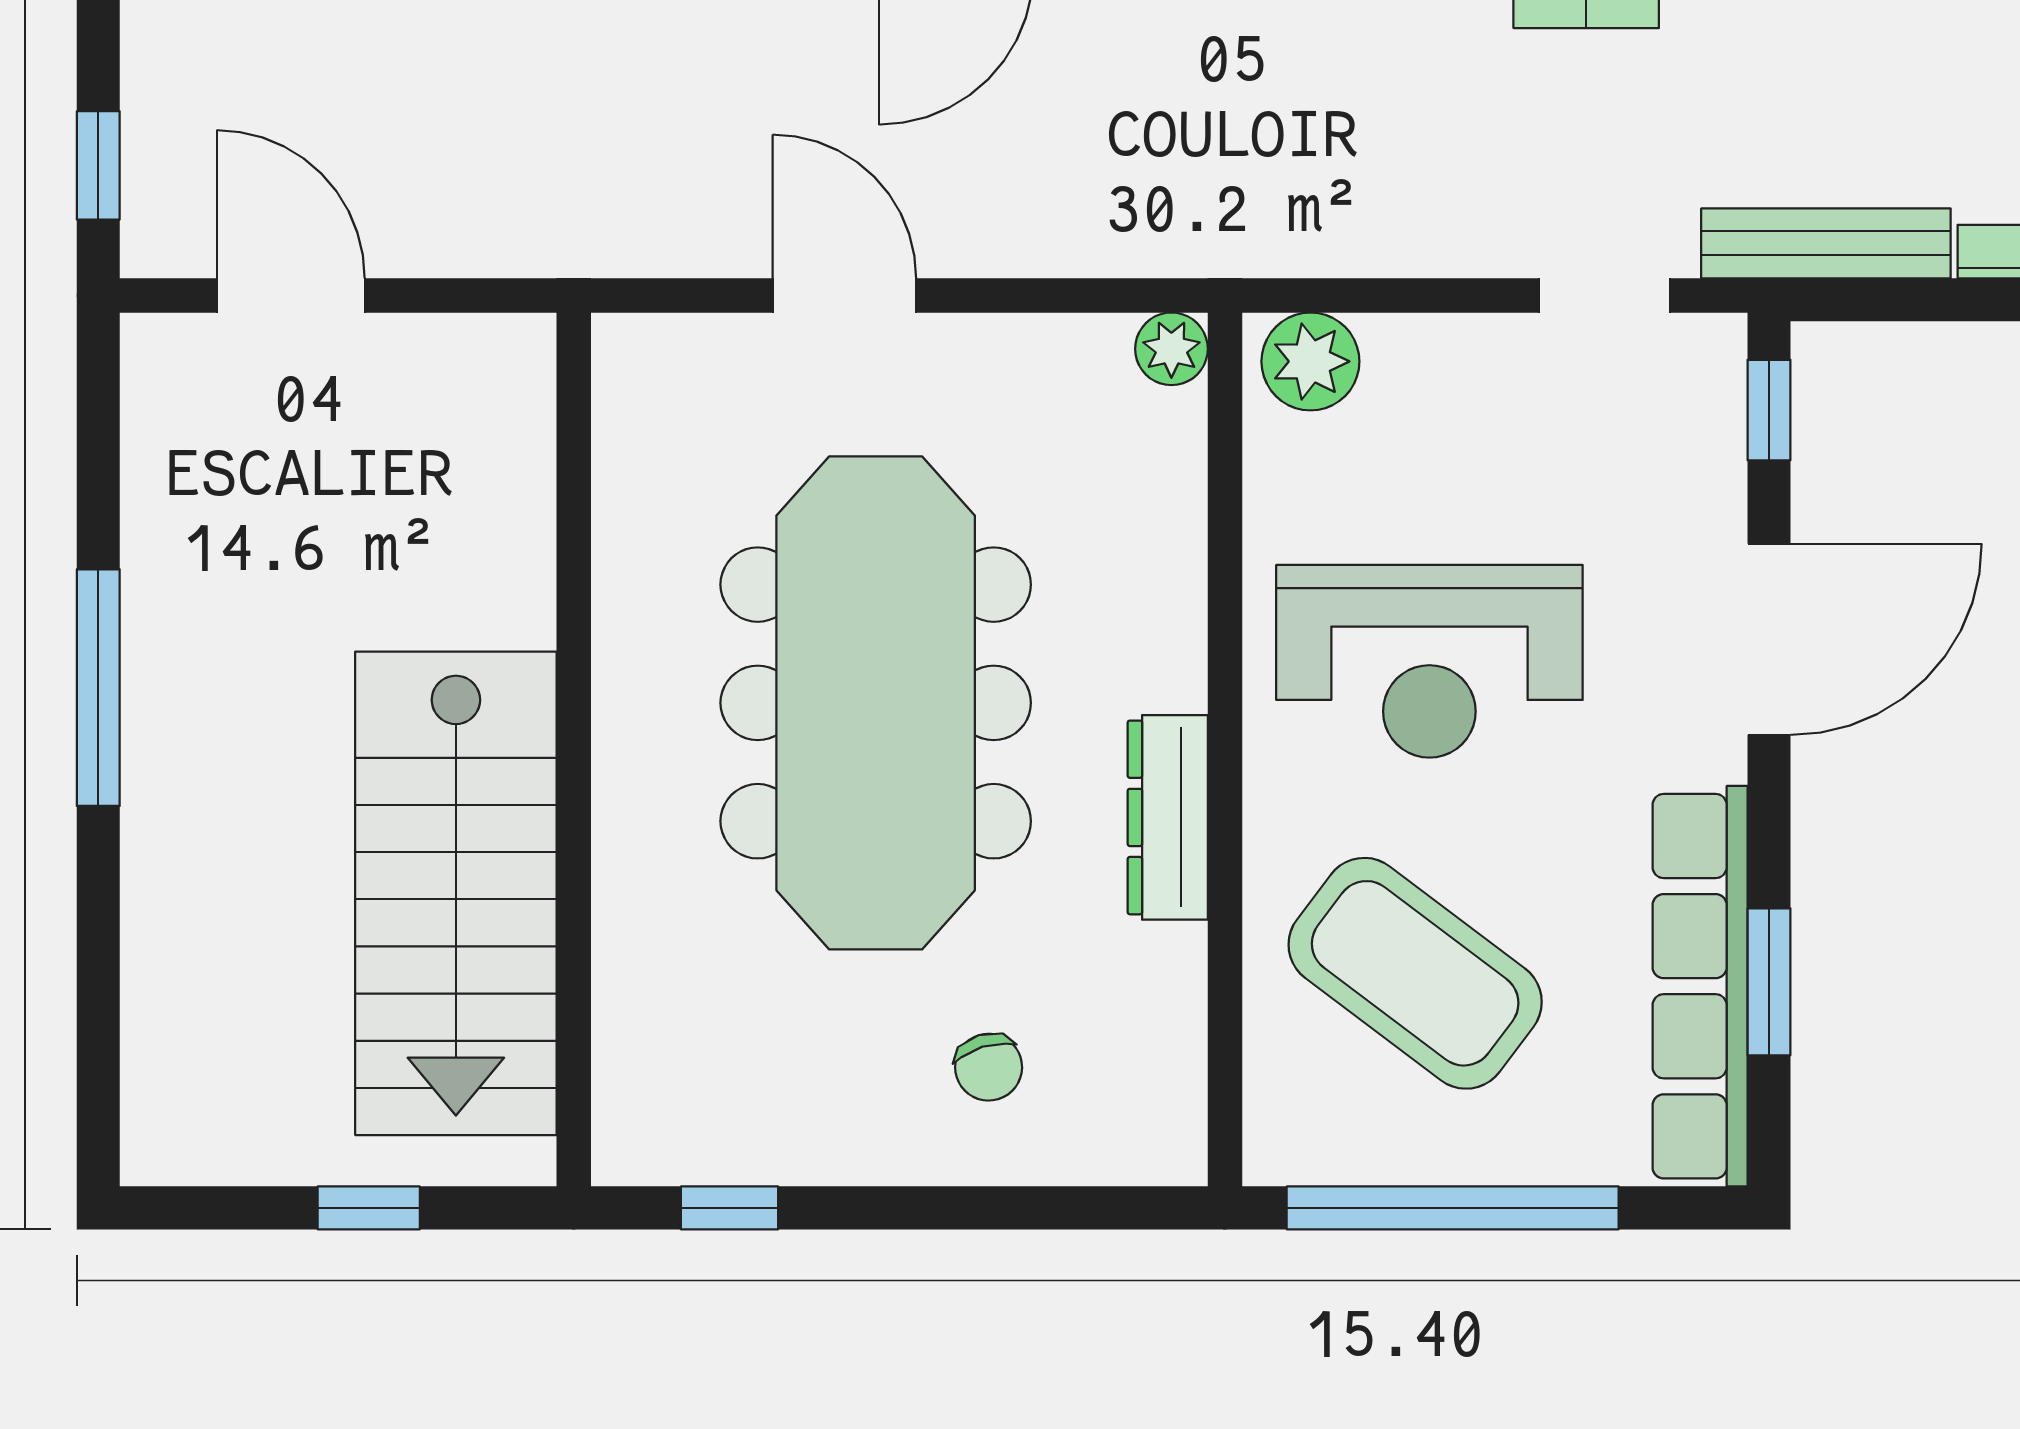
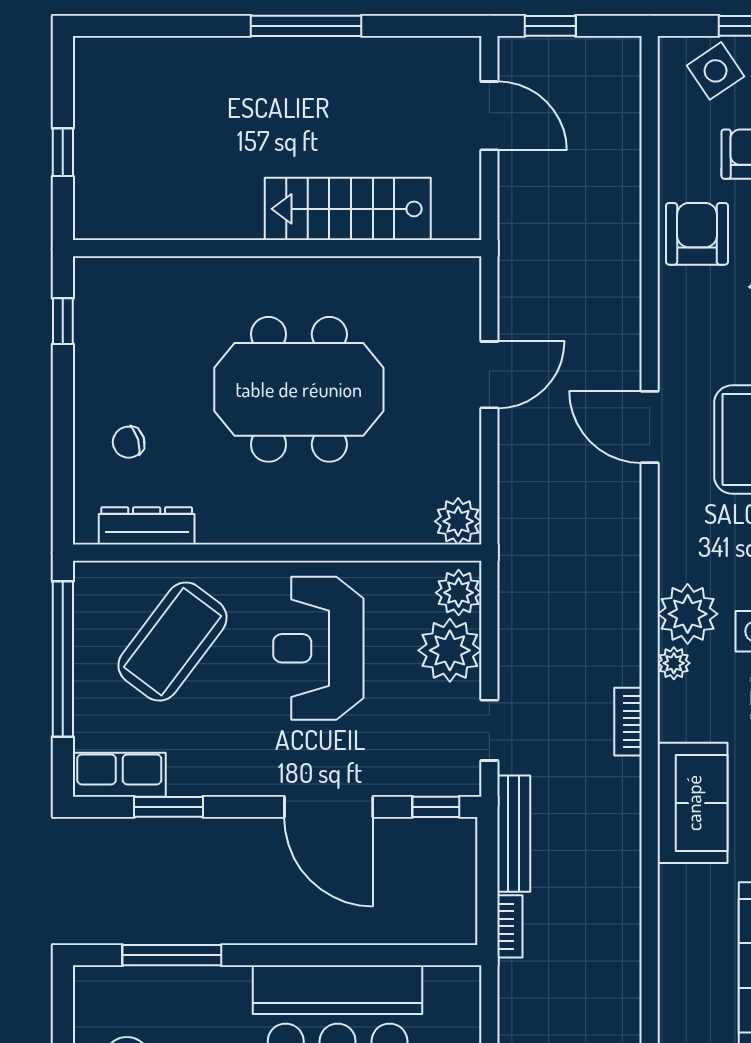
door: (291, 295) -> (489, 116), hinge flipped
plant: (1171, 349) -> (458, 521), width x1.38, depth x1.38
plant: (1434, 380) -> (450, 650), added
meeting table: (876, 703) -> (299, 389), width x0.73
dresser: (1168, 817) -> (147, 526), moved
stairs: (456, 893) -> (348, 209), moved, width x0.73, depth x0.66
row of seats: (1700, 986) -> (119, 775), width x0.50

